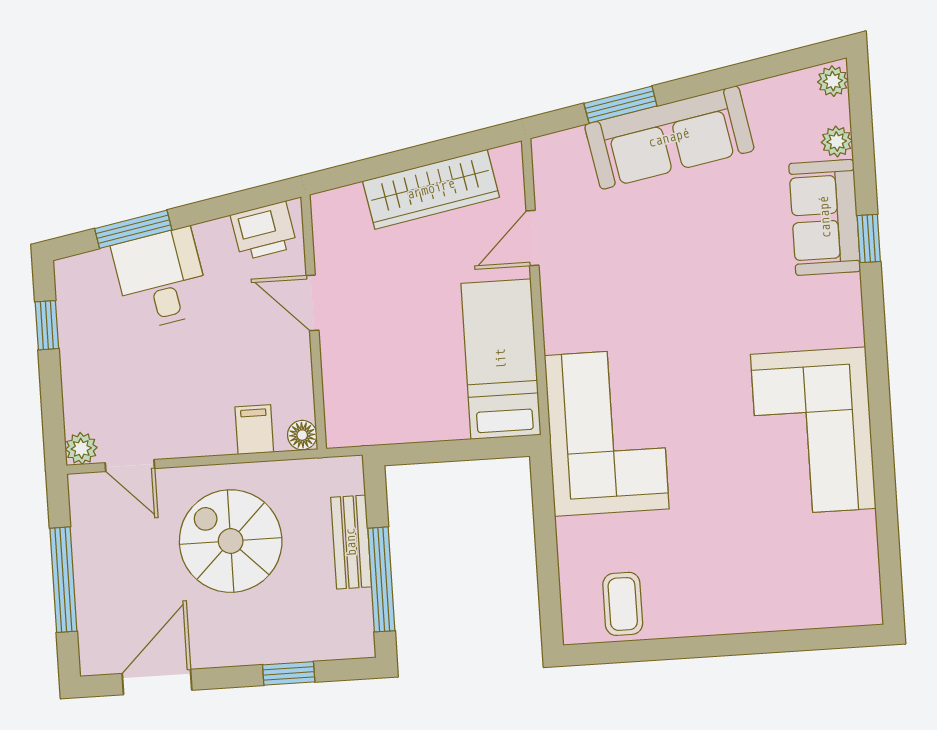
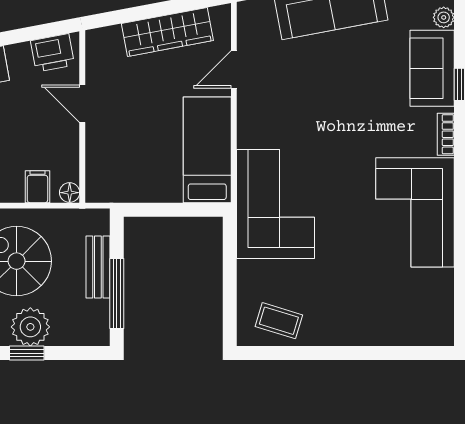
bookcase: (851, 313) -> (446, 134), added
coffee table: (623, 604) -> (279, 321), turned -73
plant: (257, 637) -> (30, 327), added
window: (289, 673) -> (27, 353), moved

